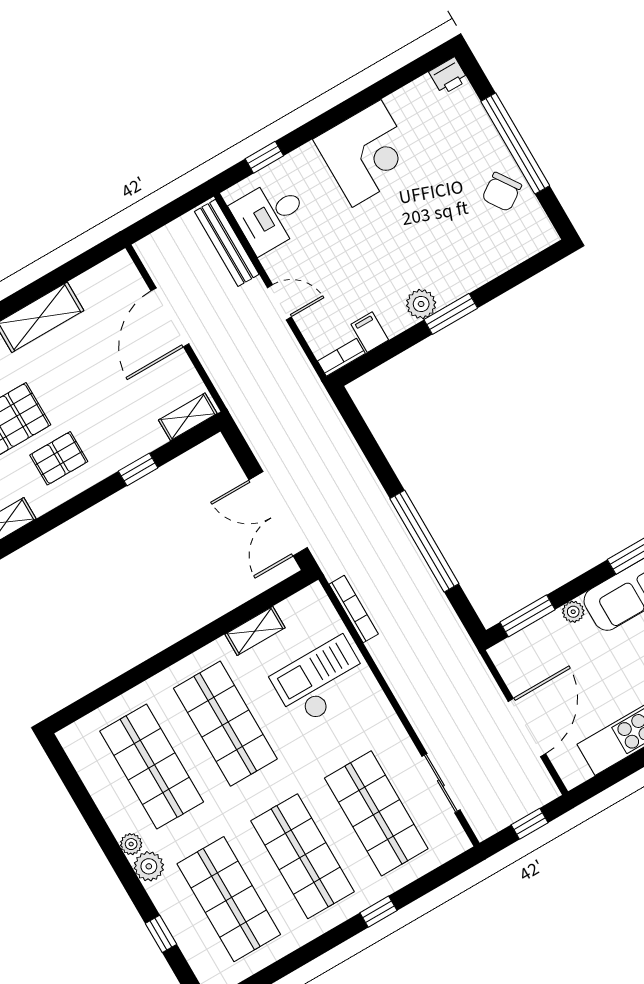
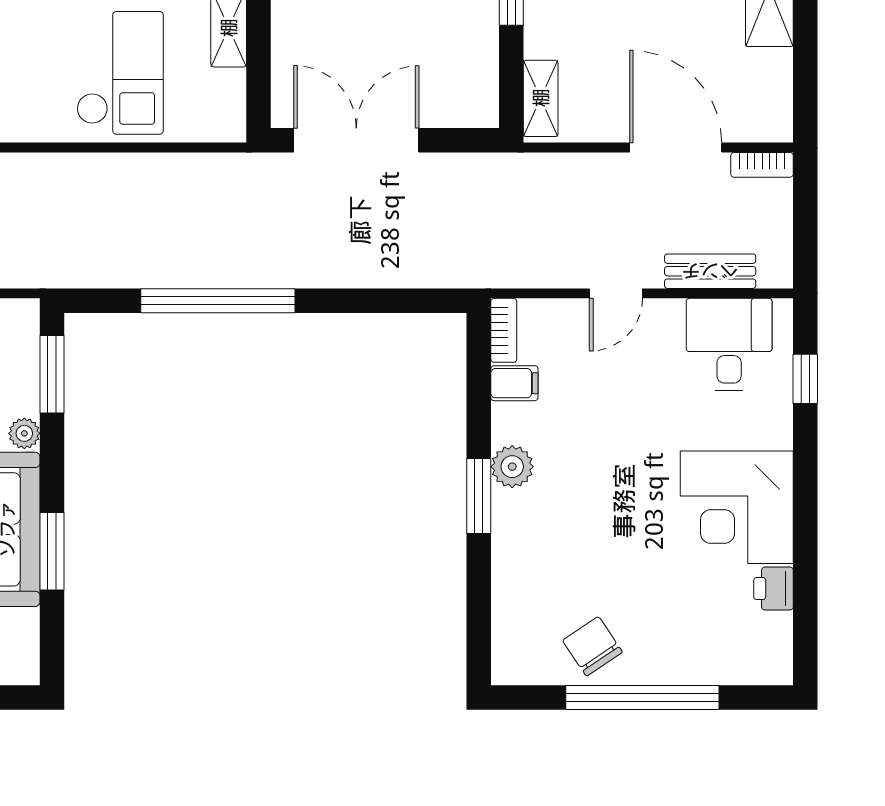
printer: (448, 76) -> (773, 589), moved
bench: (227, 243) -> (710, 271), width x0.73
bookcase: (354, 609) -> (762, 165), moved, width x0.64

